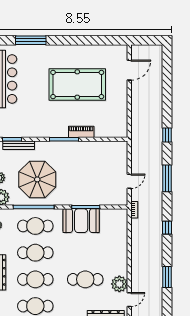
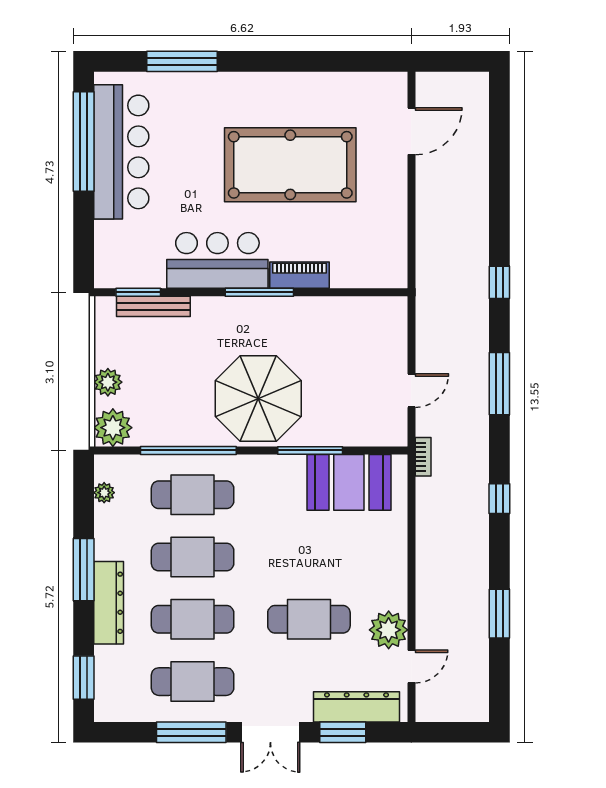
bar counter: (46, 126) -> (217, 260), added
parasol: (37, 179) -> (258, 399), moved
booth: (81, 221) -> (349, 482), moved

